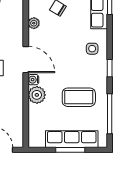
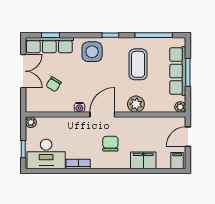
plant: (34, 23) -> (180, 107), moved
side table: (92, 49) -> (92, 52), width x1.87, depth x1.87
water cooler: (33, 80) -> (79, 107), moved

